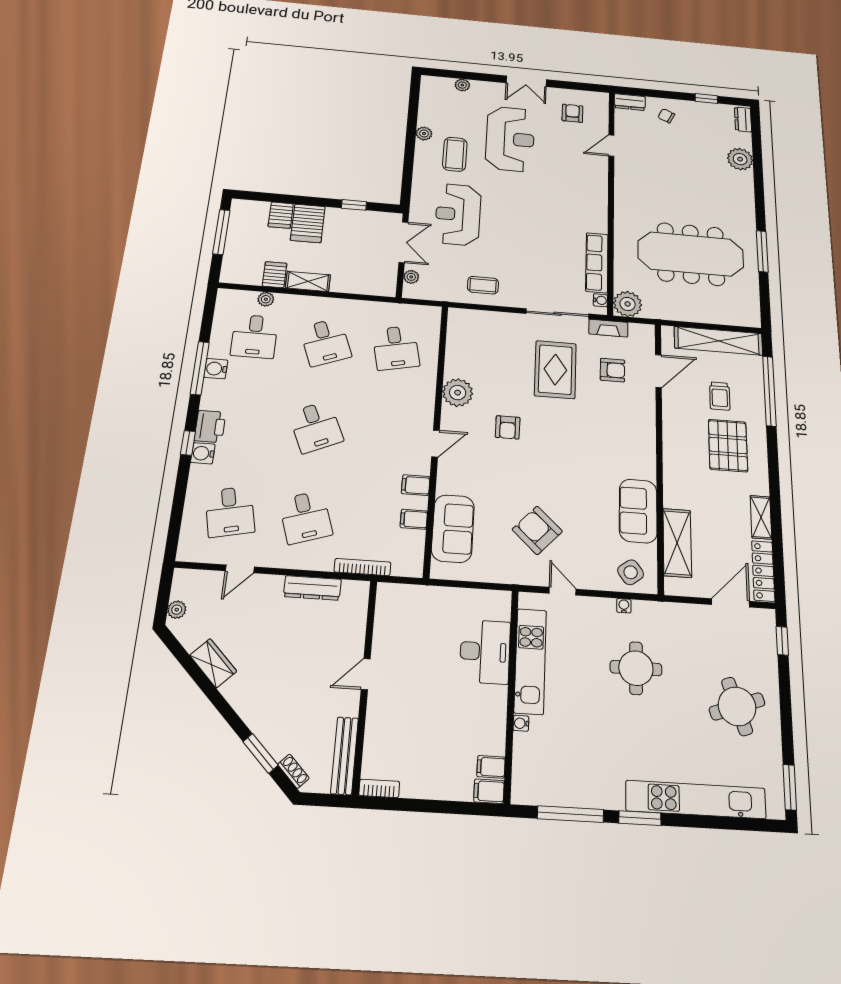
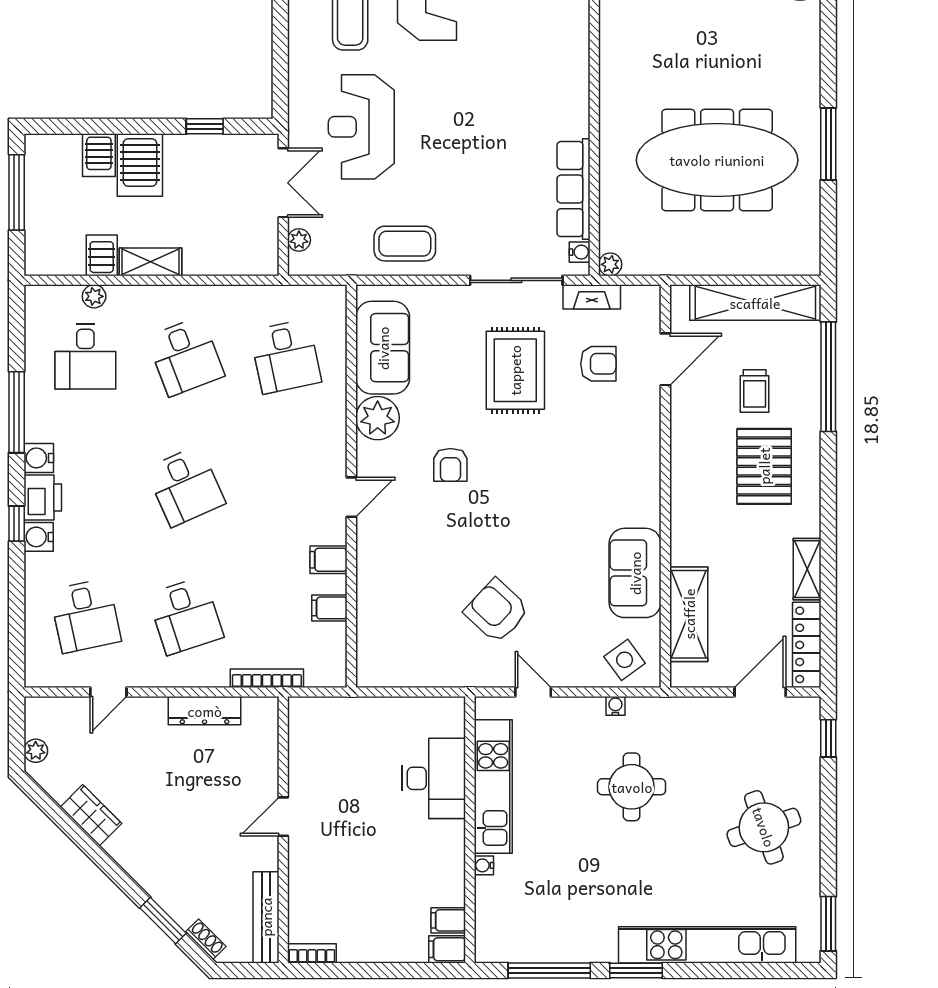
coffee table: (483, 285) -> (405, 244), width x1.36, depth x1.30
plant: (628, 304) -> (610, 264), width x0.53, depth x0.53
water cooler: (216, 369) -> (39, 458), moved
sofa: (453, 528) -> (383, 348), moved

